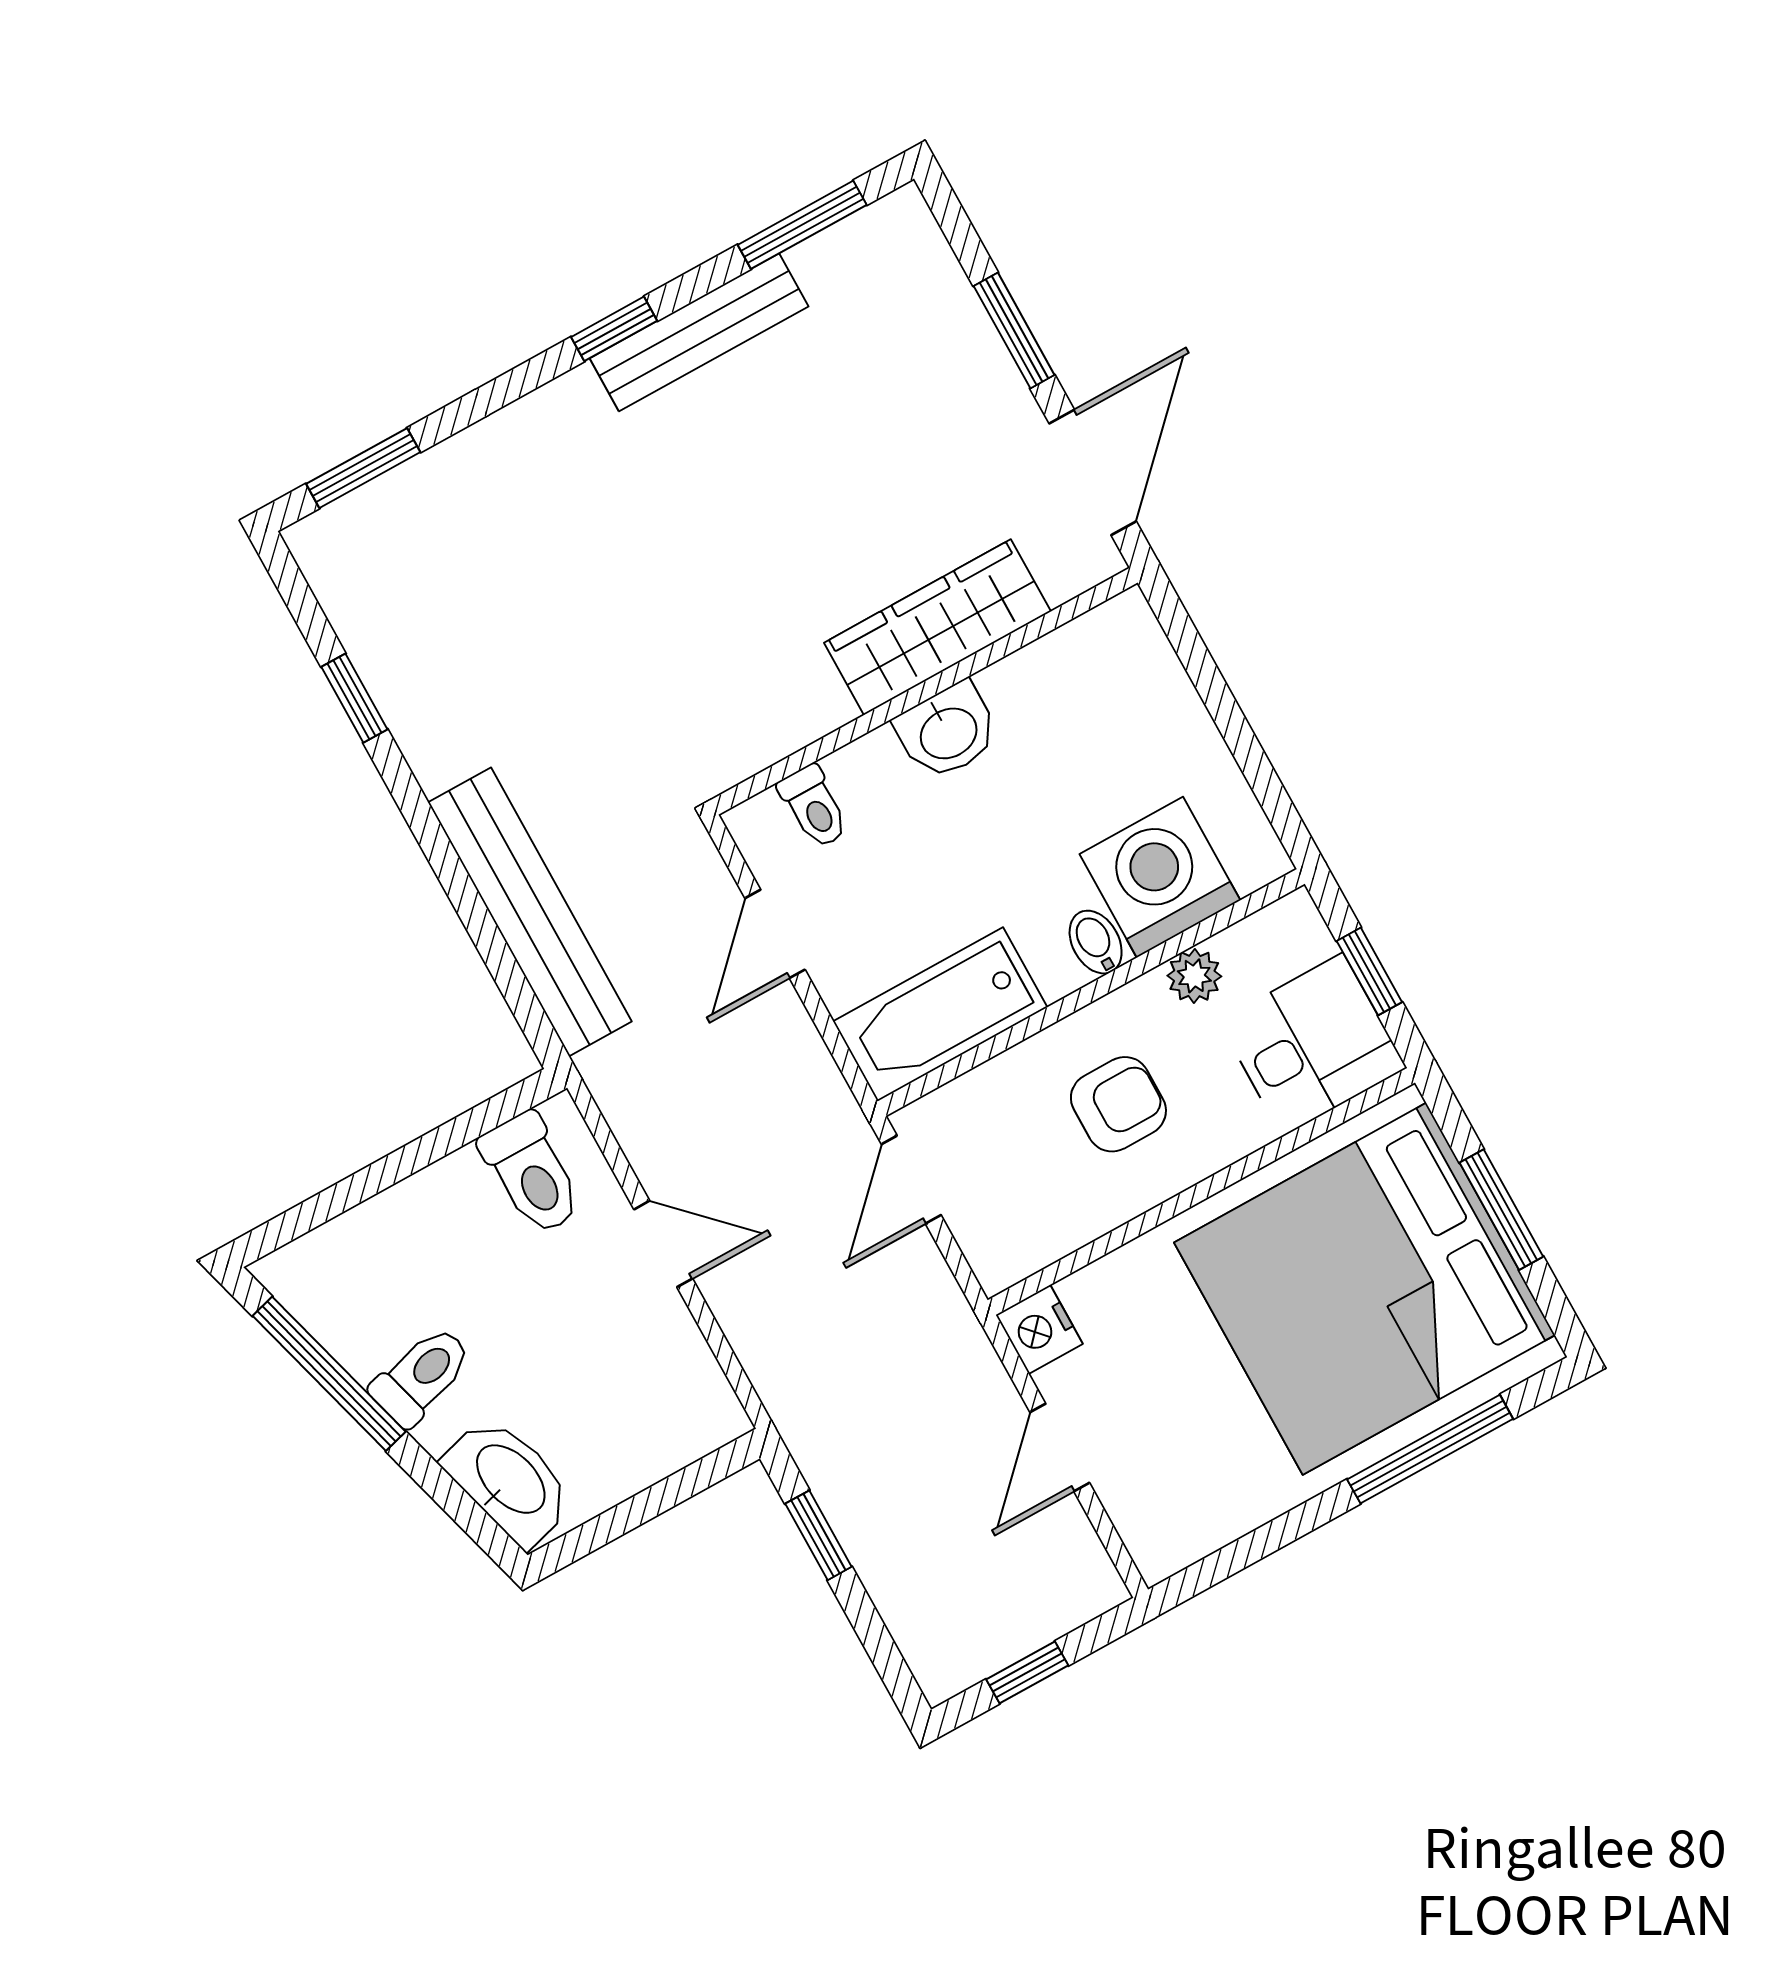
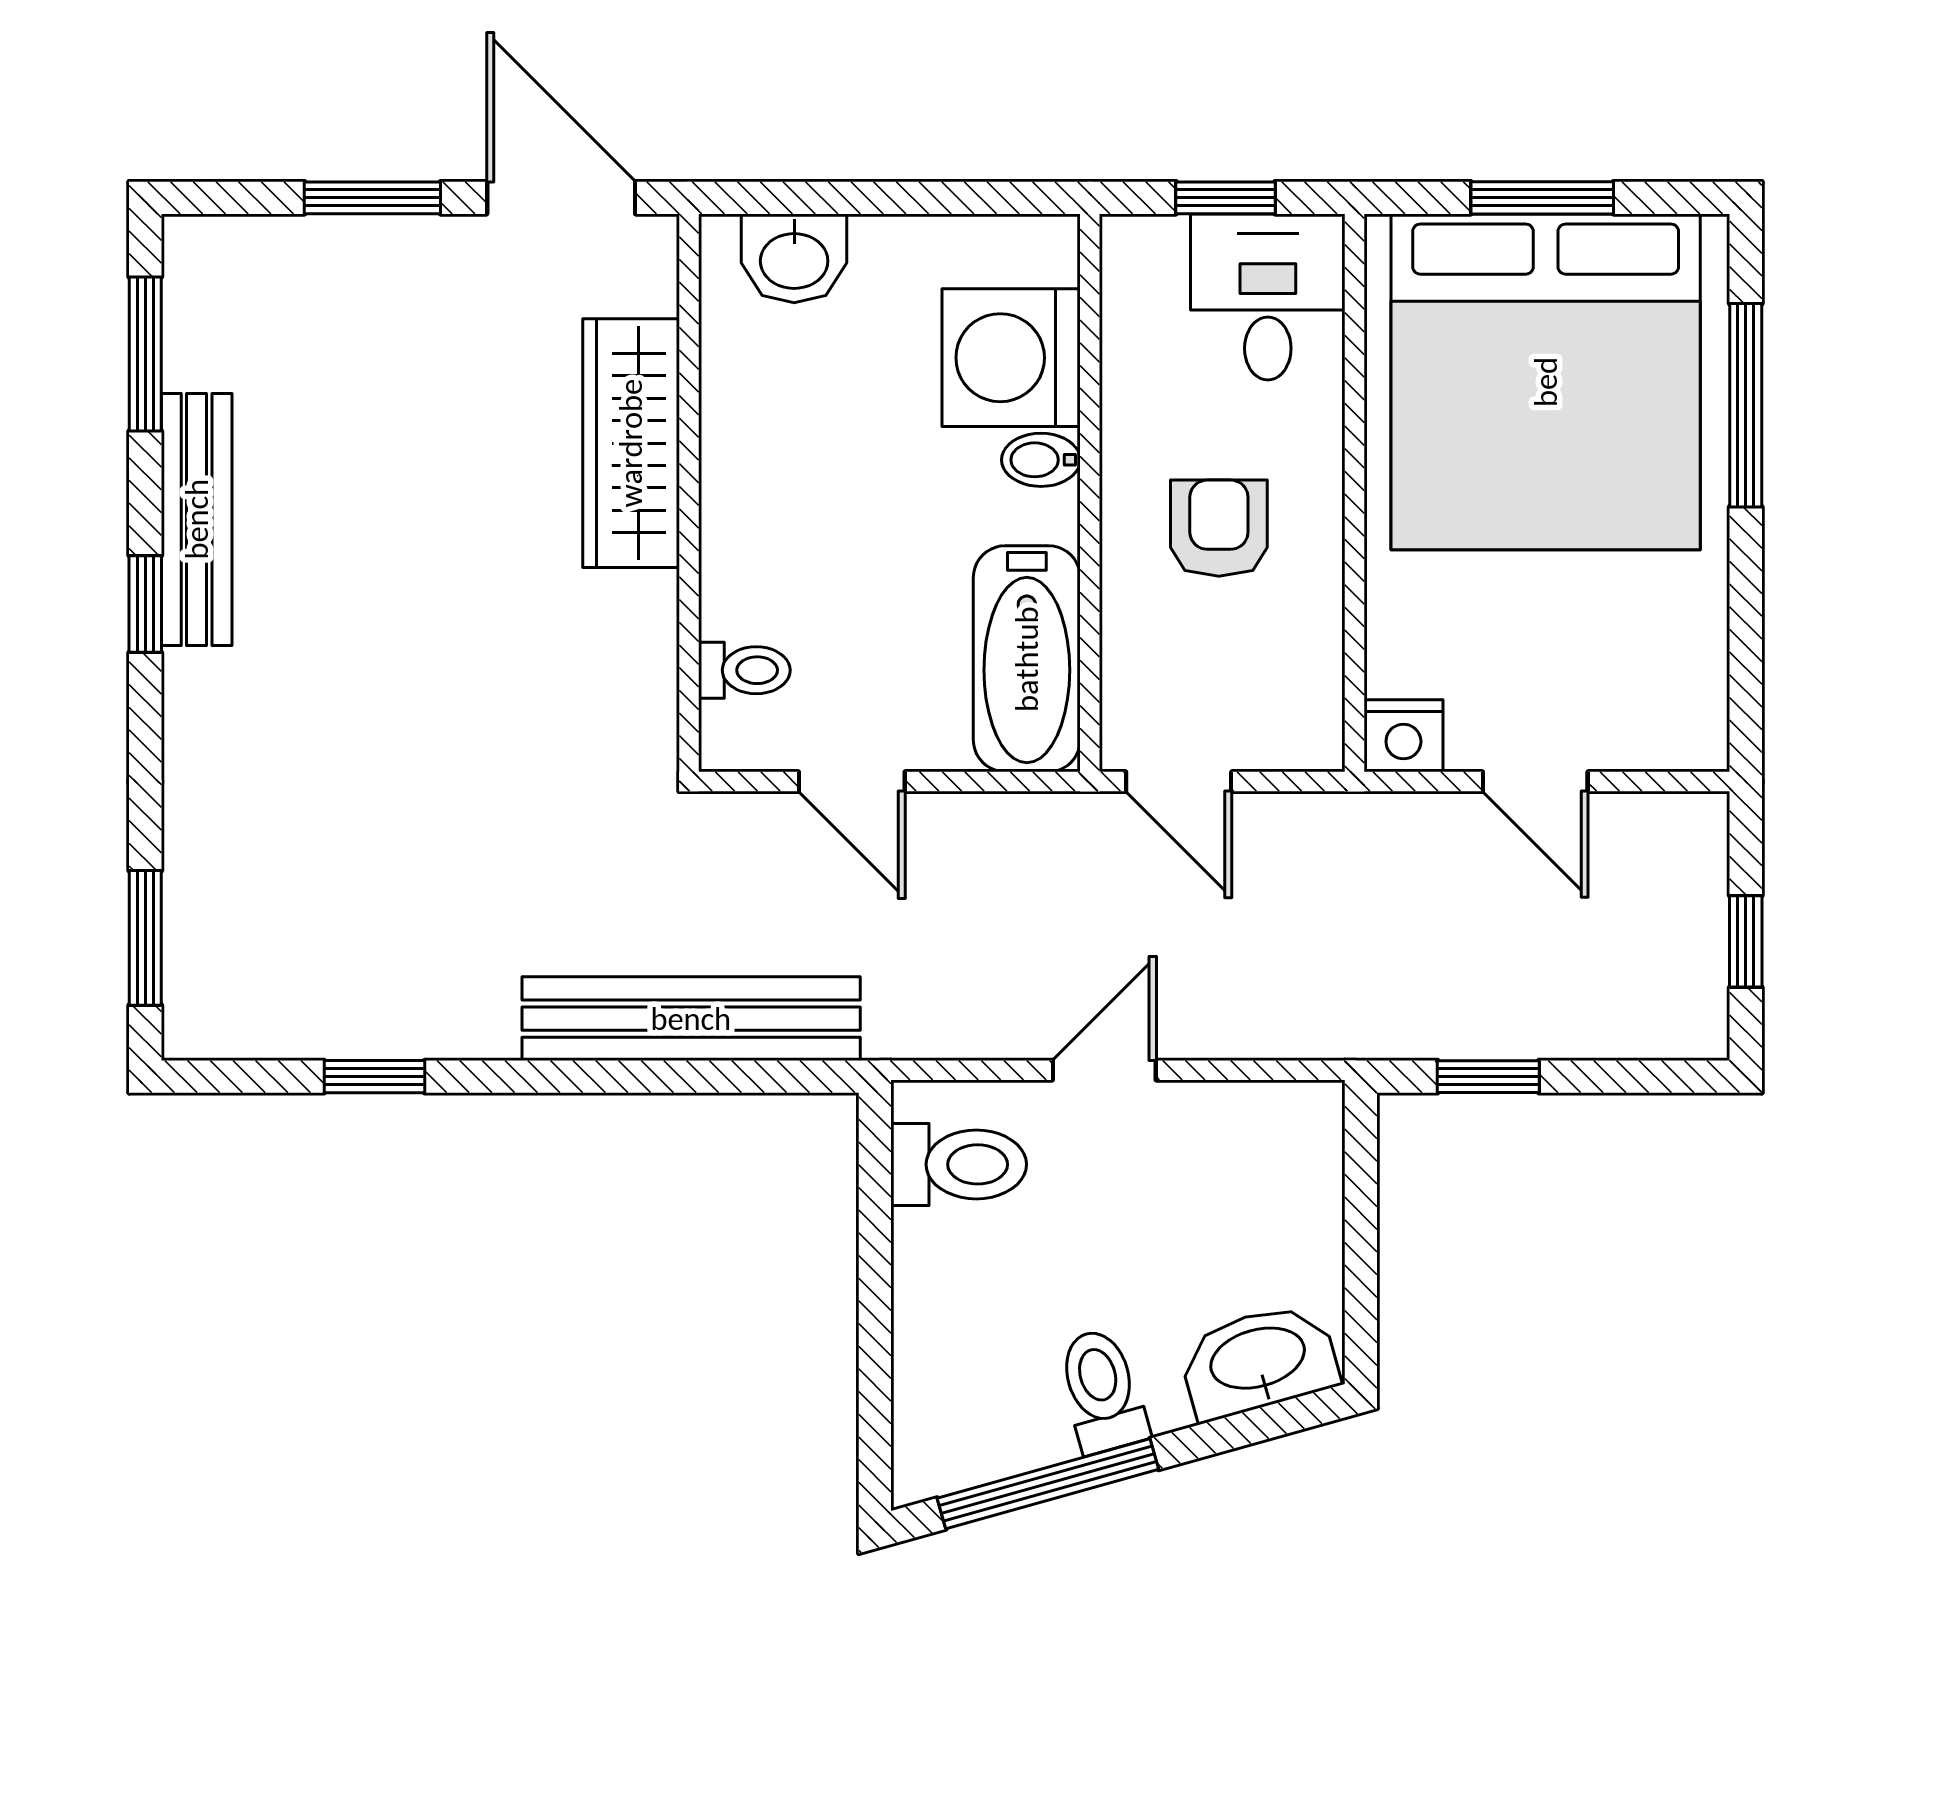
washbasin: (948, 731) -> (794, 258), moved, turned 90
plant: (1194, 976) -> (1131, 379), removed

